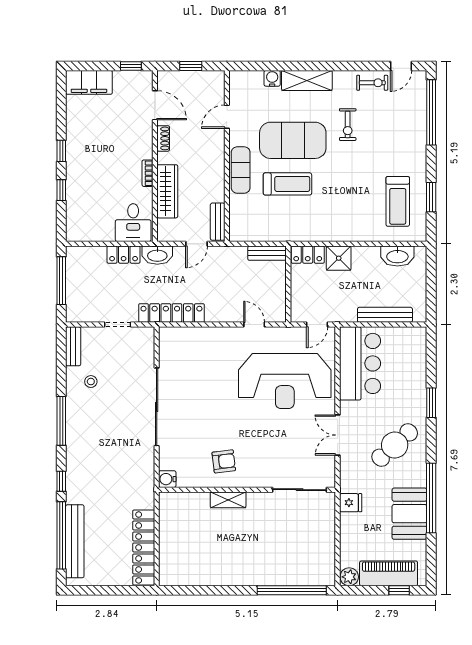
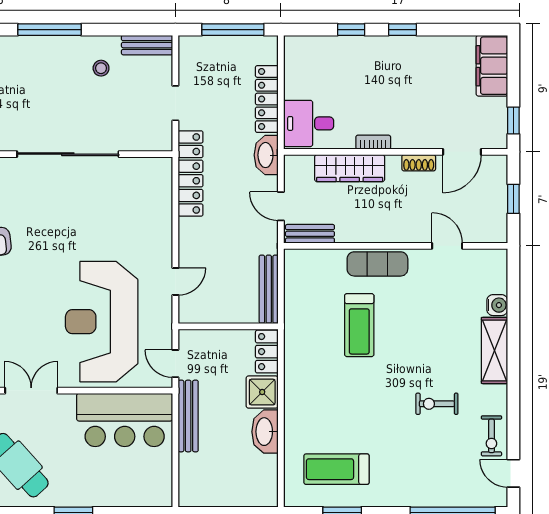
exercise mat: (293, 140) -> (416, 332), removed
bench: (267, 253) -> (269, 289), width x1.36
locker: (124, 255) -> (267, 99), width x1.53
washbasin: (397, 256) -> (265, 432), moved
bench: (385, 315) -> (188, 416), moved

